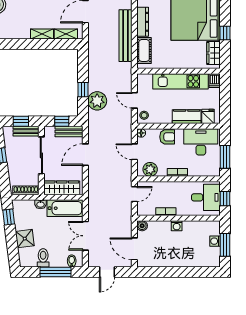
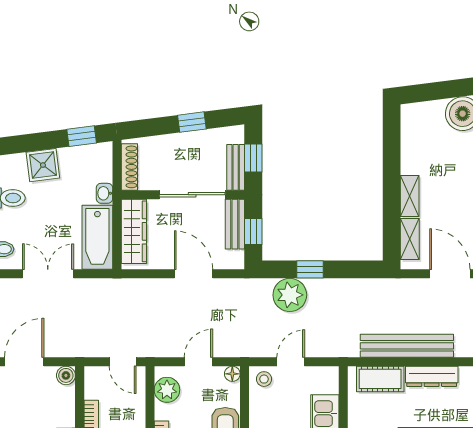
bench: (69, 132) -> (235, 224), moved

